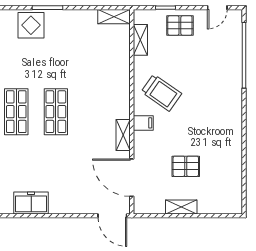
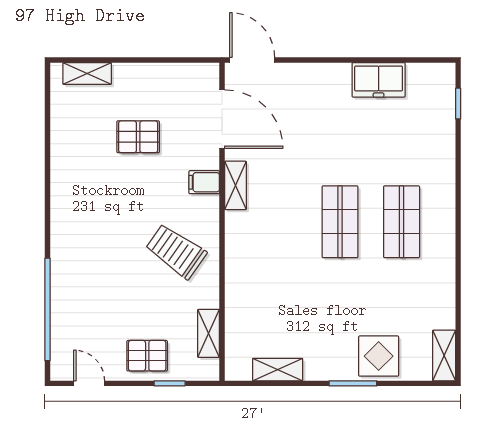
door: (217, 8) -> (89, 383), hinge flipped
shelving: (114, 17) -> (278, 370), moved
filing cabinet: (143, 123) -> (204, 182), moved
shelving: (181, 207) -> (87, 74), moved

